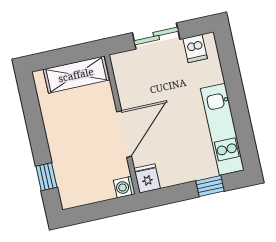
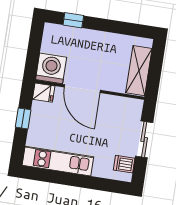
window: (210, 186) -> (23, 118), moved
washing machine: (124, 187) -> (51, 68), width x1.89, depth x1.89

